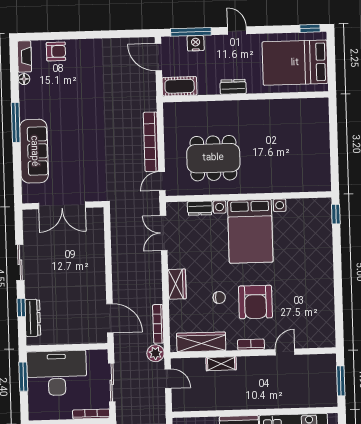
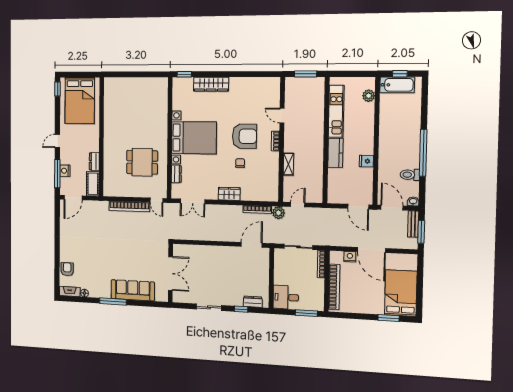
dresser: (233, 87) -> (94, 161), moved
dining table: (213, 158) -> (142, 162), width x0.73
dresser: (33, 318) -> (253, 302), width x0.70
wardrobe: (201, 342) -> (211, 84), moved, turned -90
desk: (57, 373) -> (286, 297), width x0.53, depth x0.77
window: (23, 377) -> (306, 313), moved

